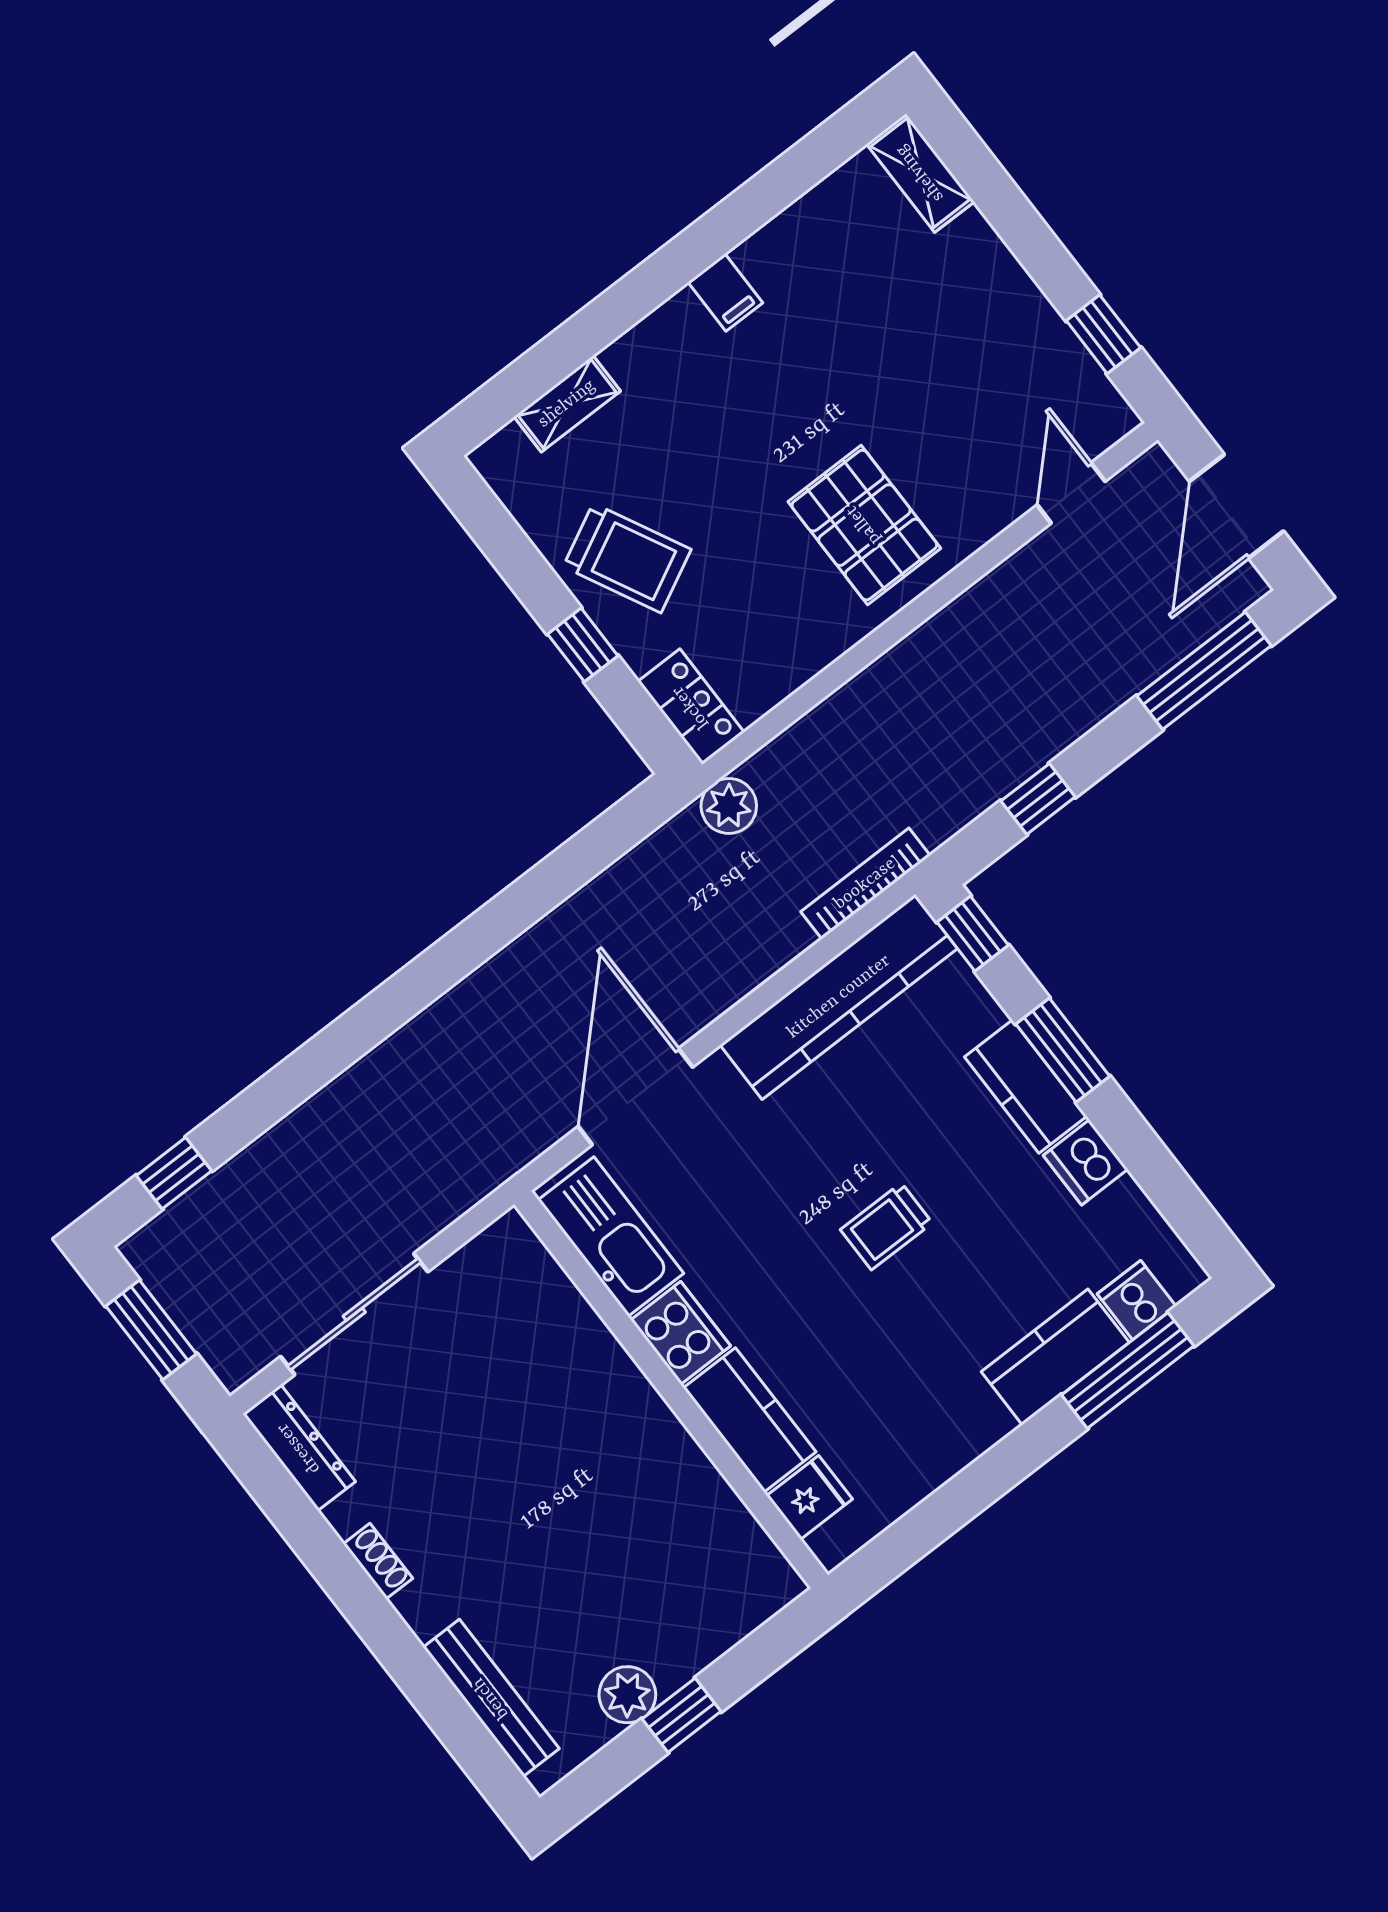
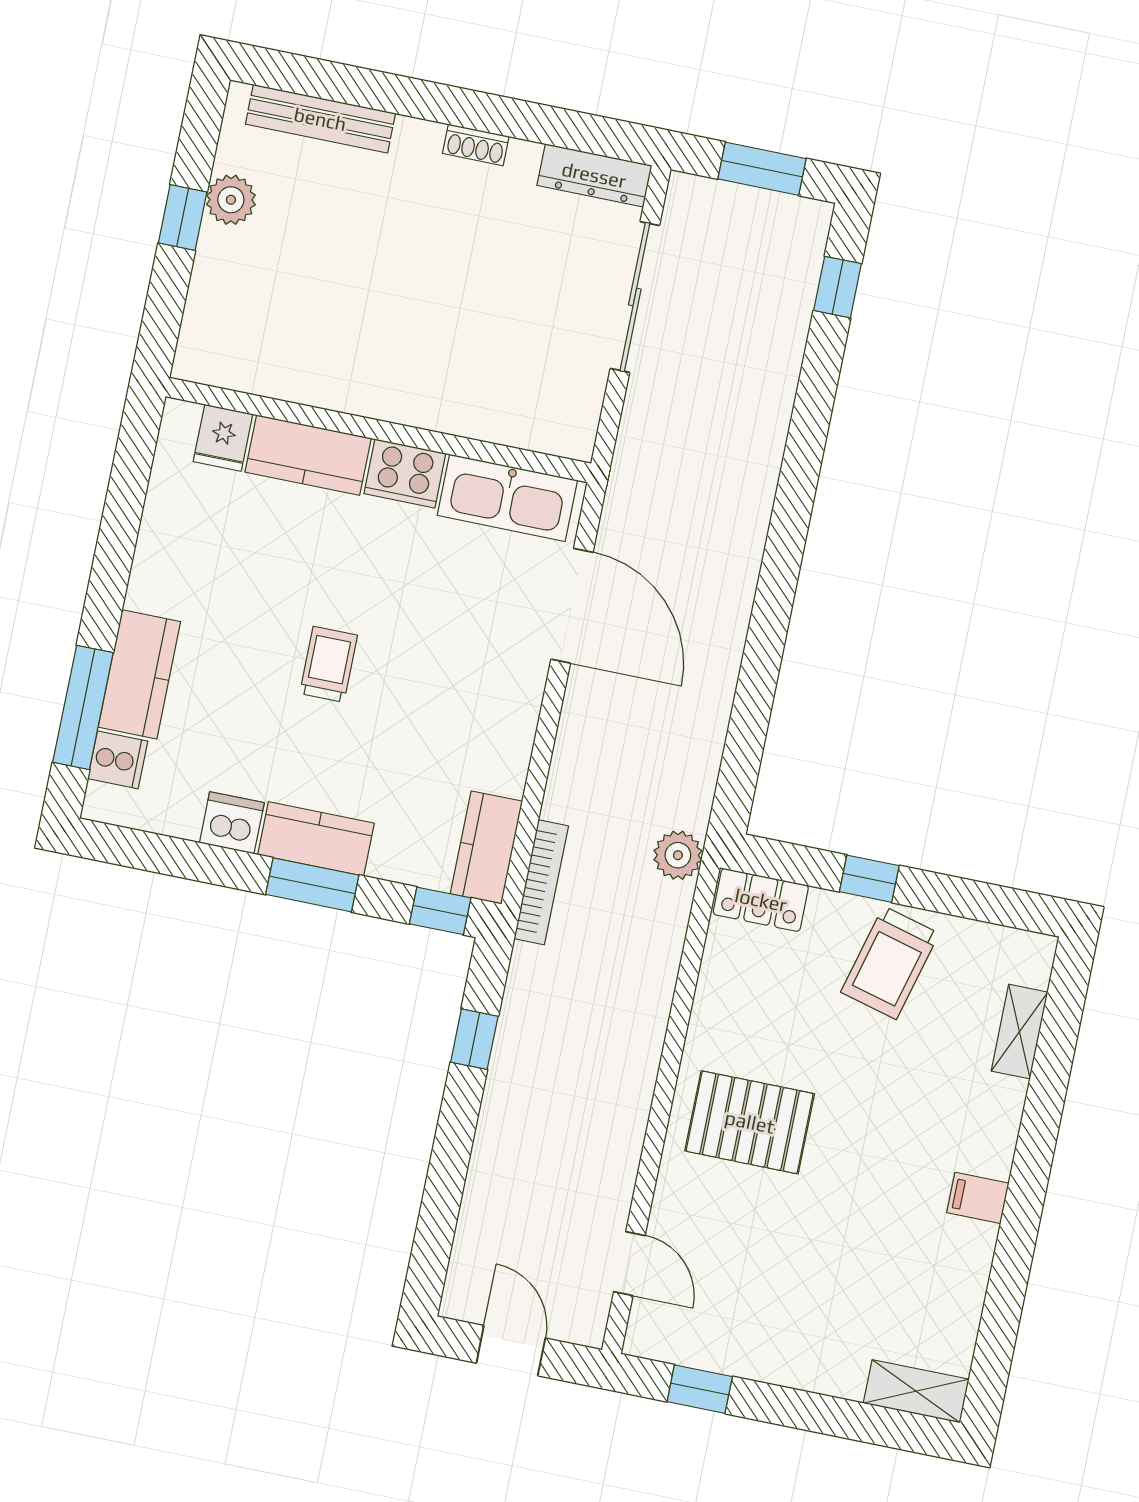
door: (1236, 506) -> (511, 1351), width x0.73
trolley: (627, 558) -> (890, 963), turned -48
window: (1204, 671) -> (437, 1221), removed
kitchen counter: (839, 997) -> (486, 848), width x0.48, depth x0.86

